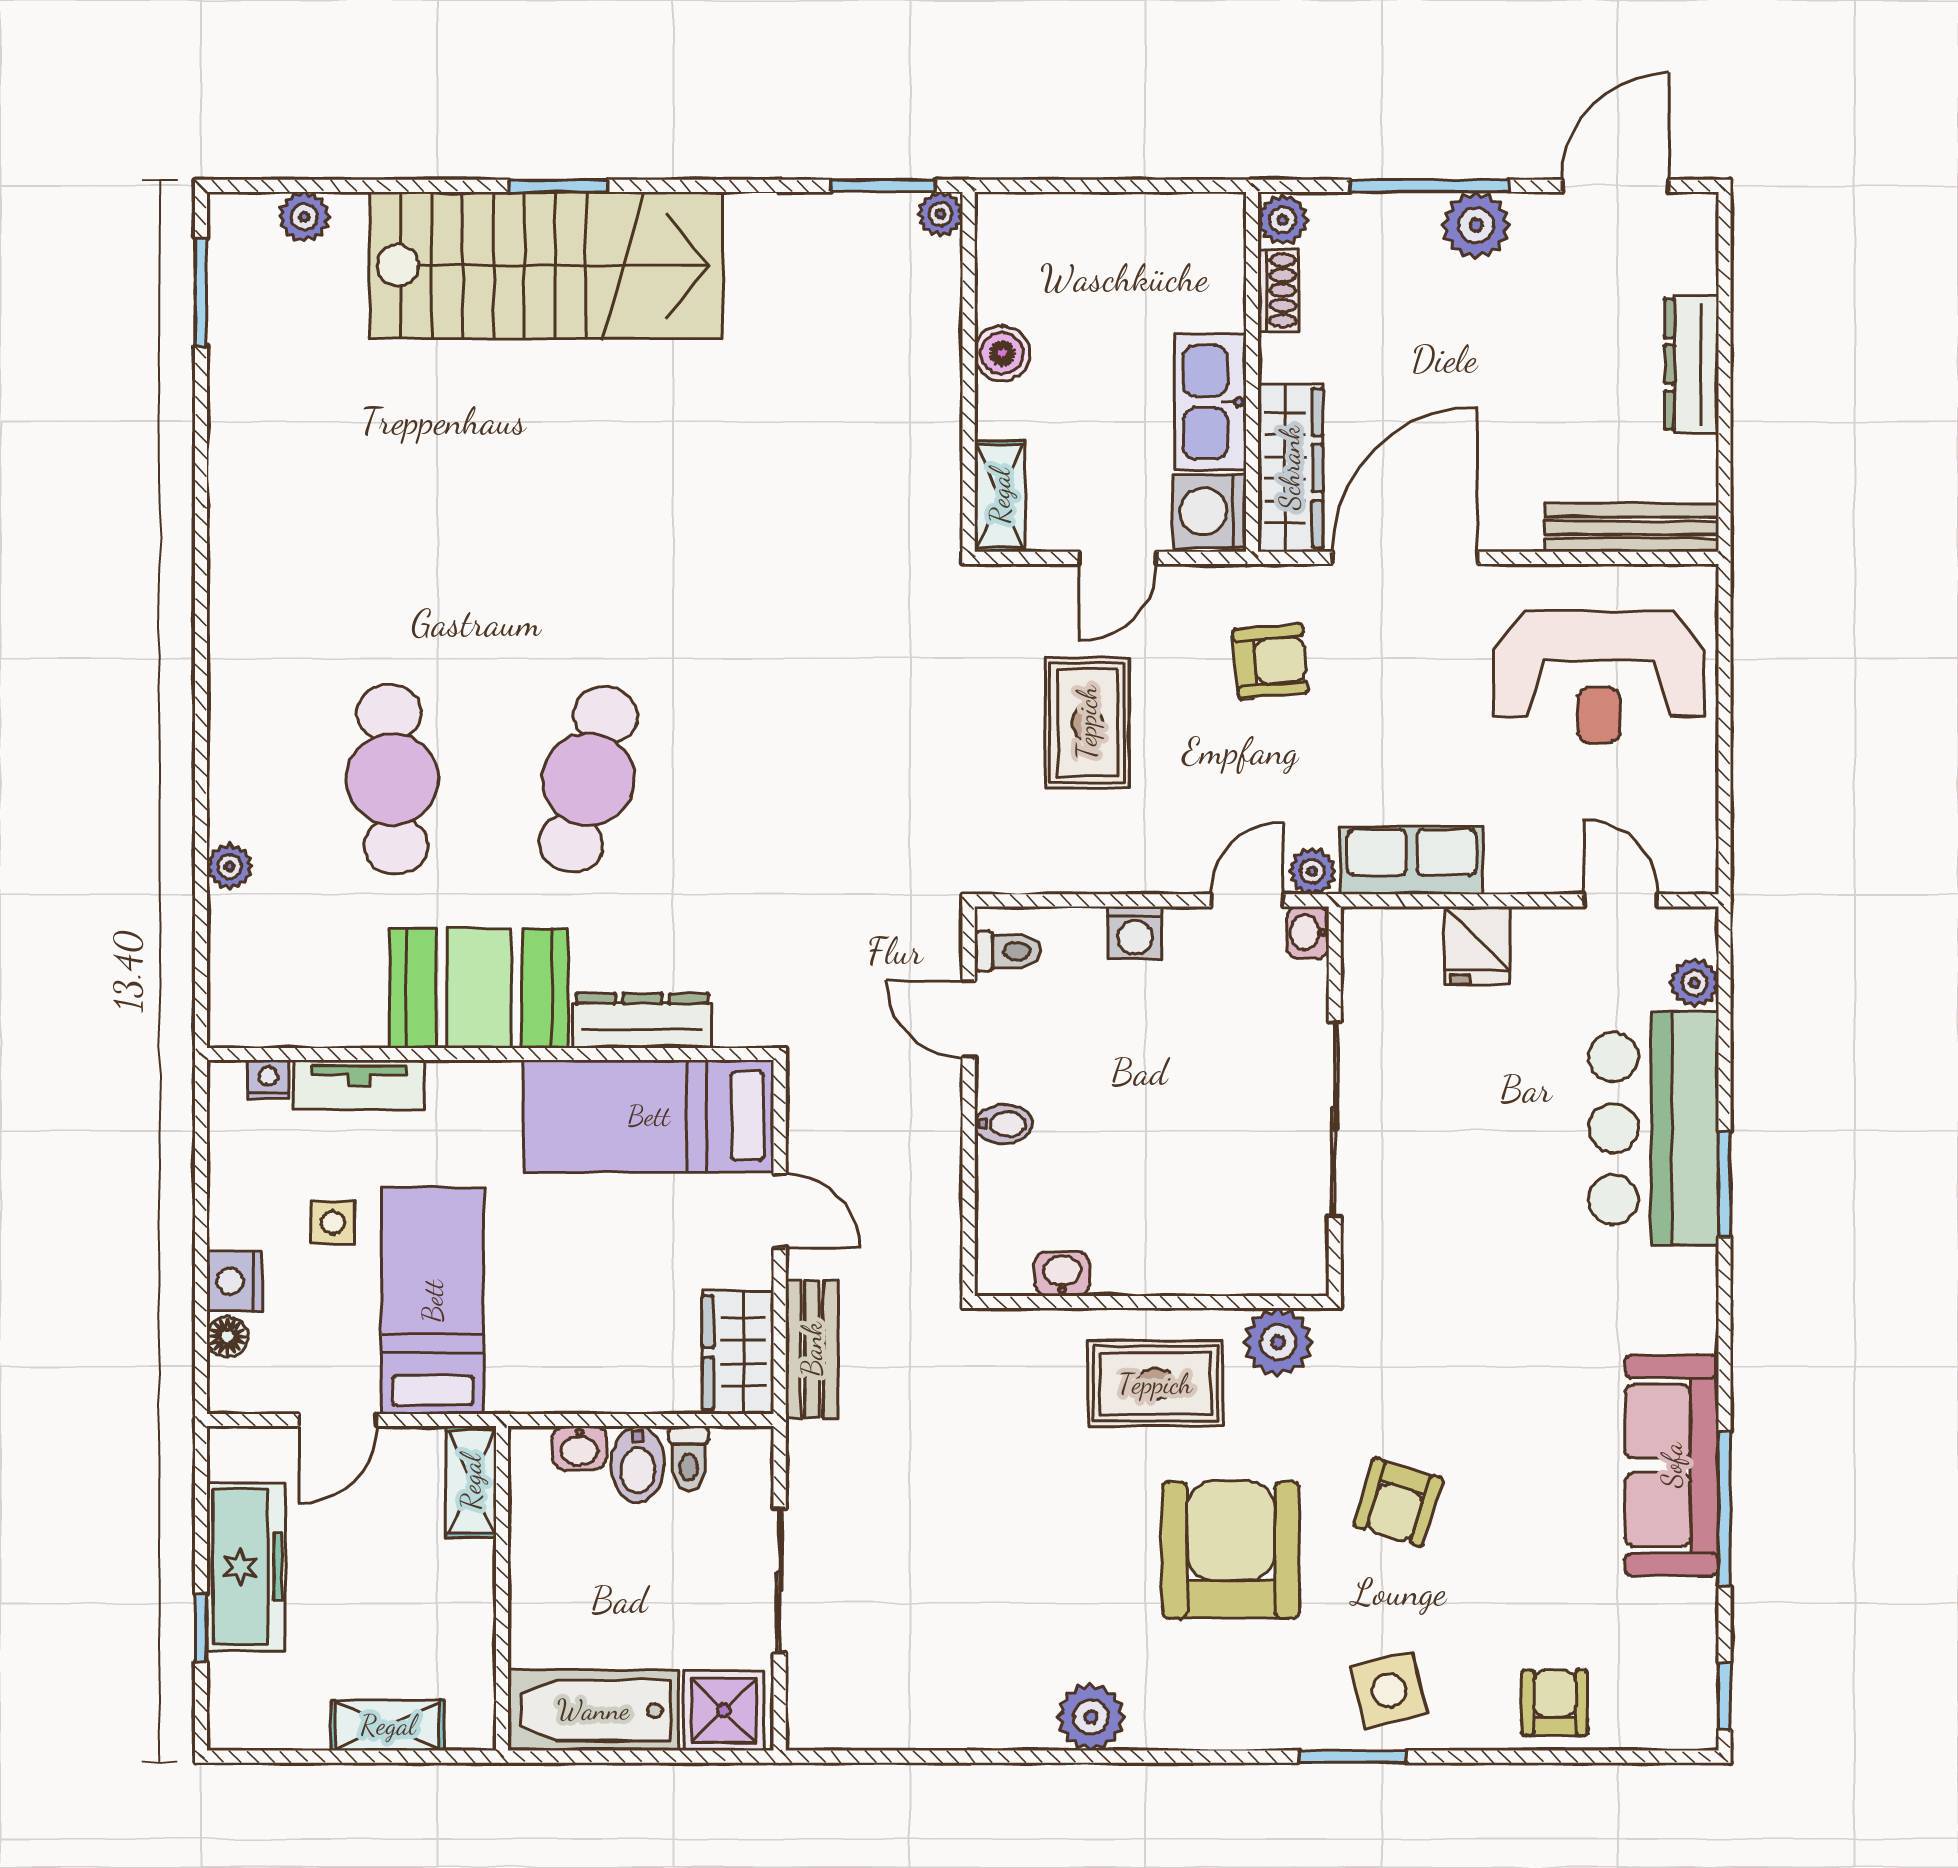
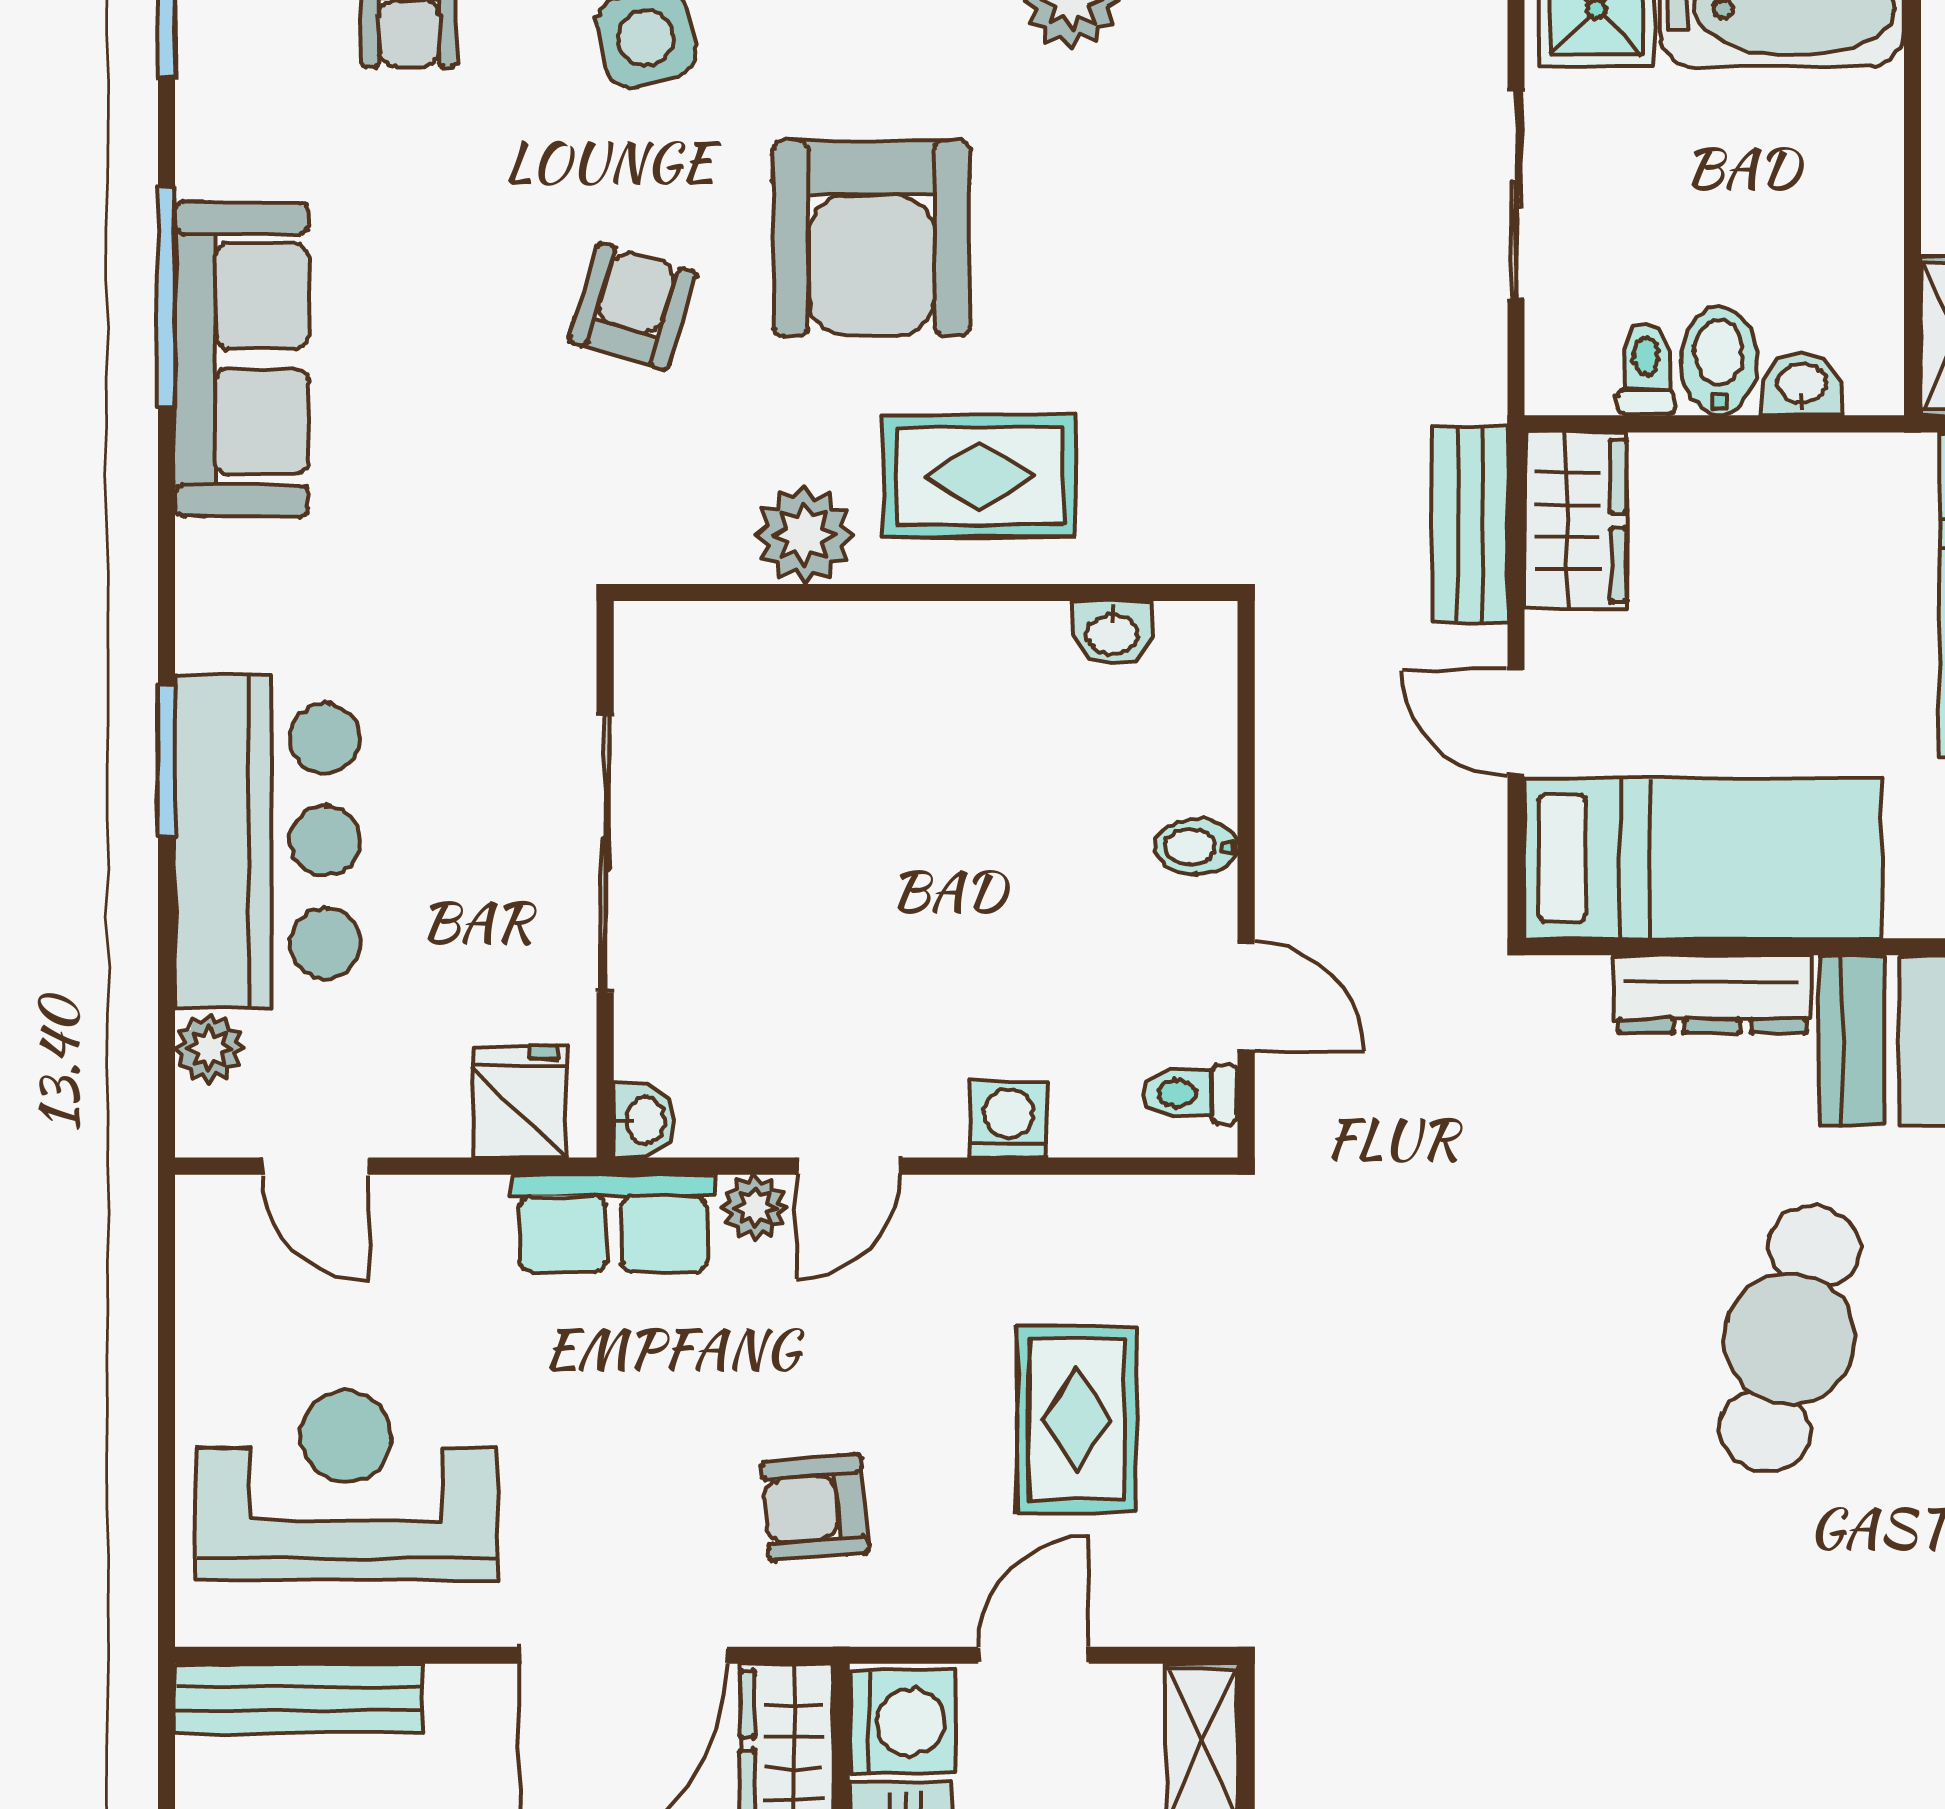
washbasin: (1308, 932) -> (644, 1120), moved
wall: (1335, 1101) -> (605, 879), moved
sliding door: (1335, 1119) -> (605, 854), moved

